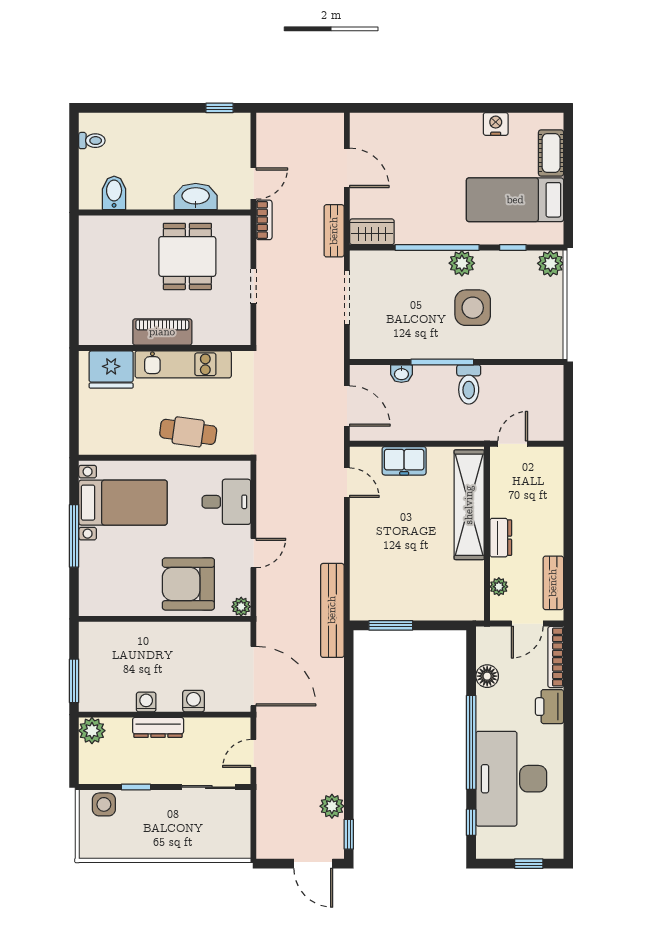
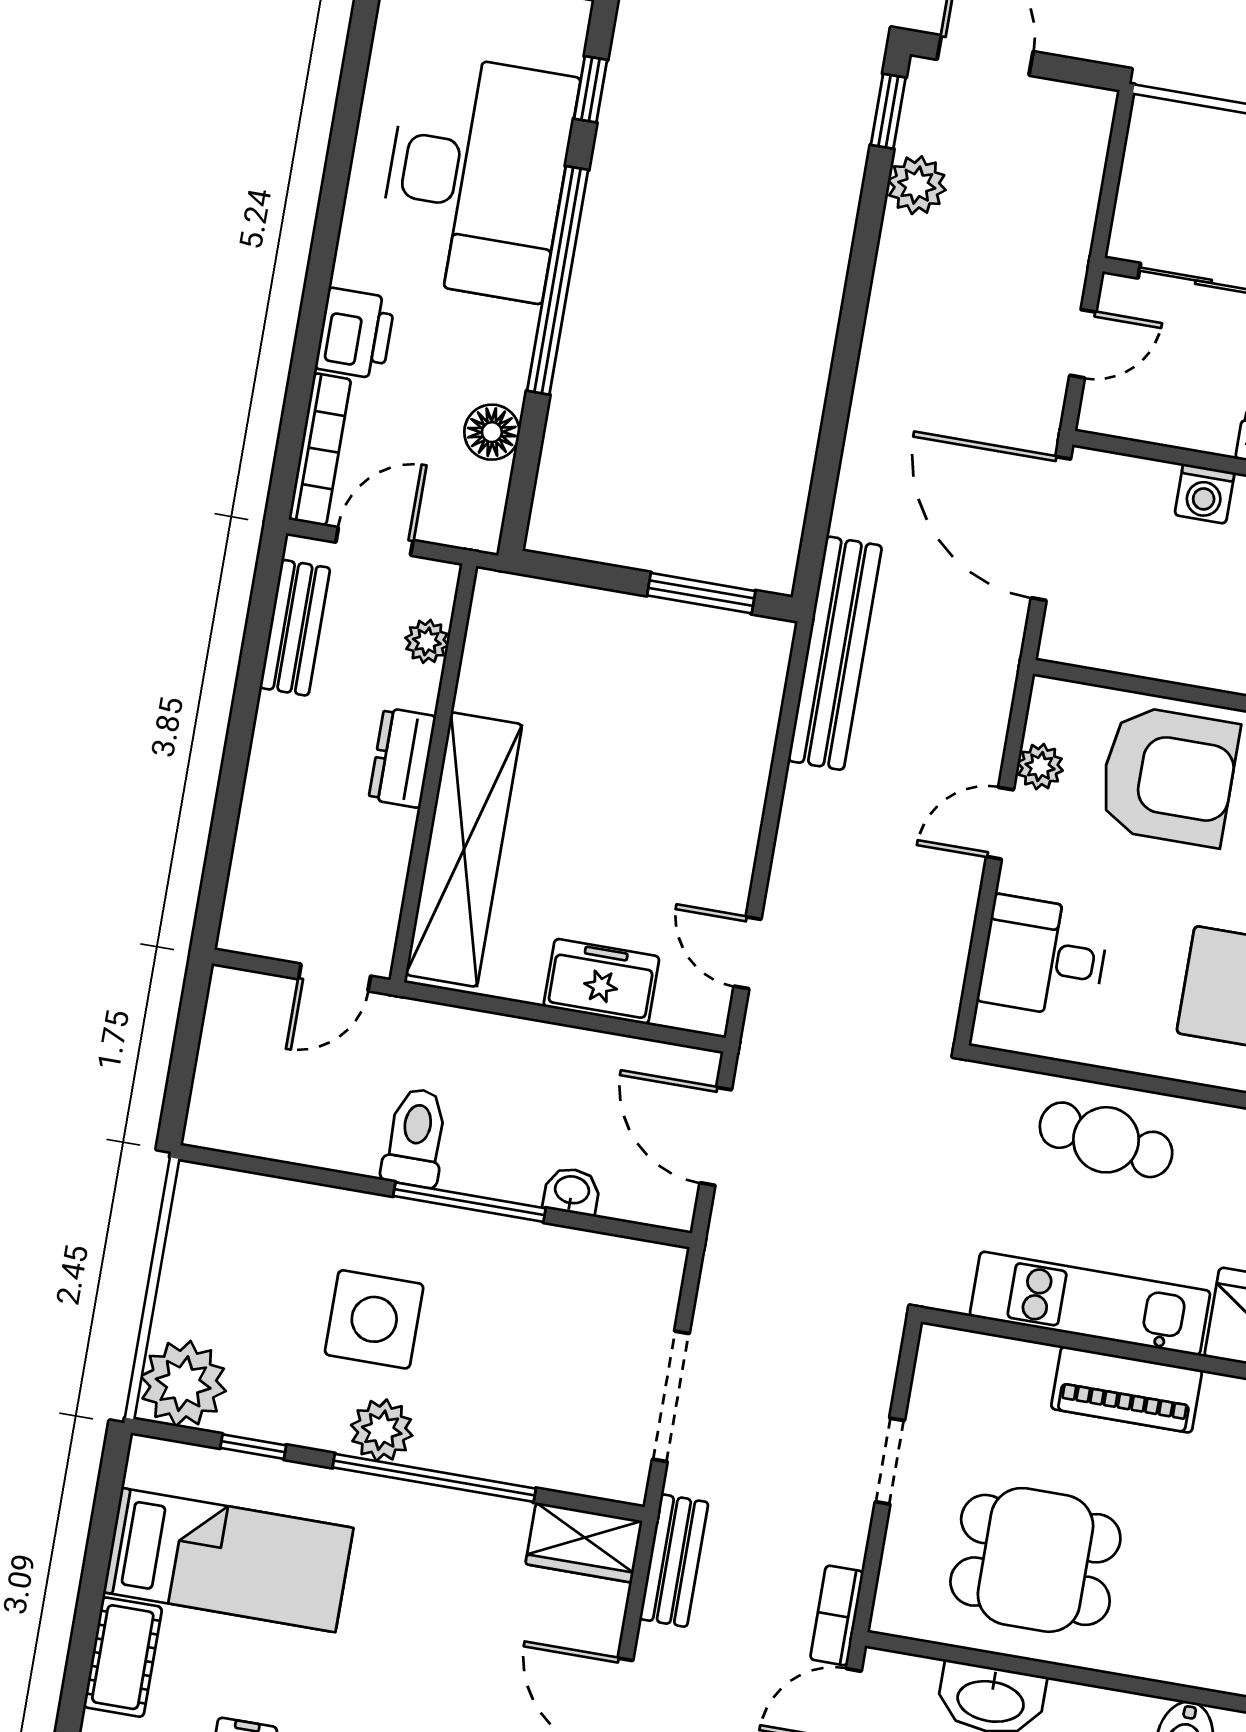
dining table: (187, 256) -> (1035, 1560), turned 90
plant: (550, 263) -> (183, 1384), width x1.36, depth x1.36
plant: (241, 607) -> (1040, 767), moved

